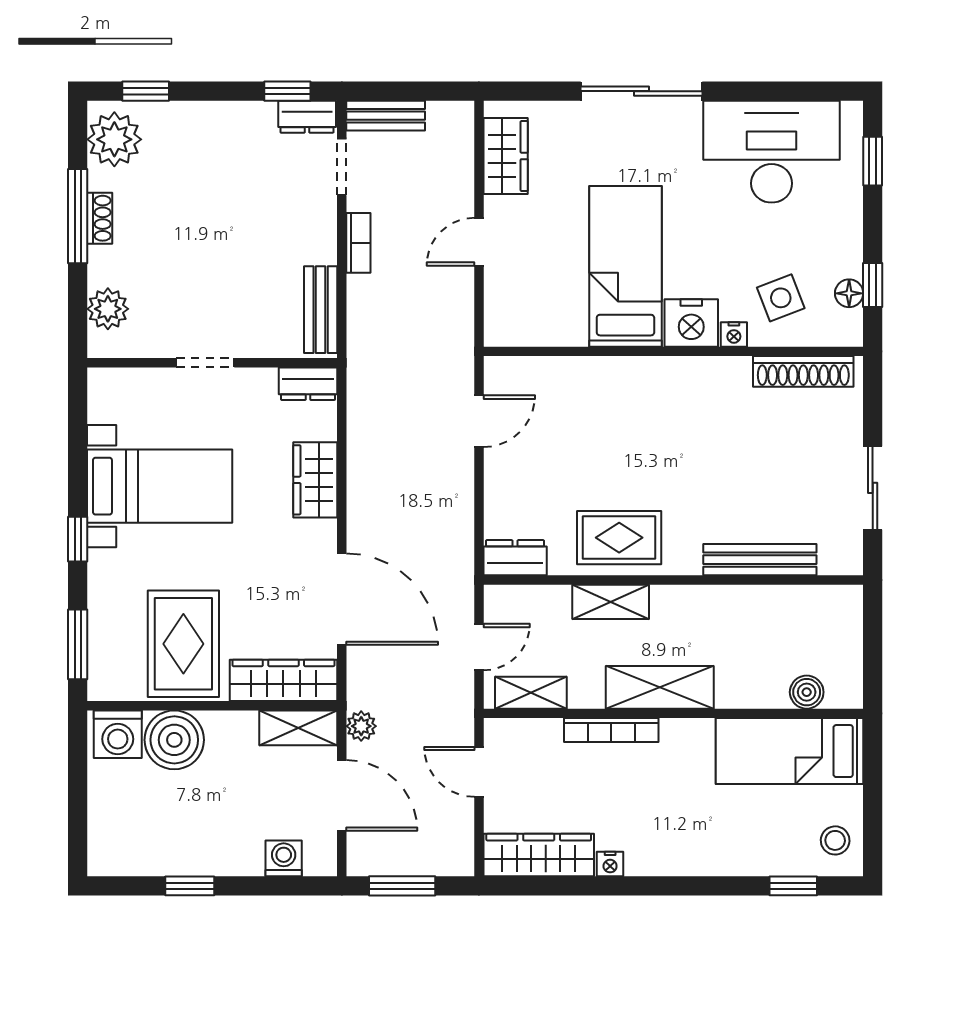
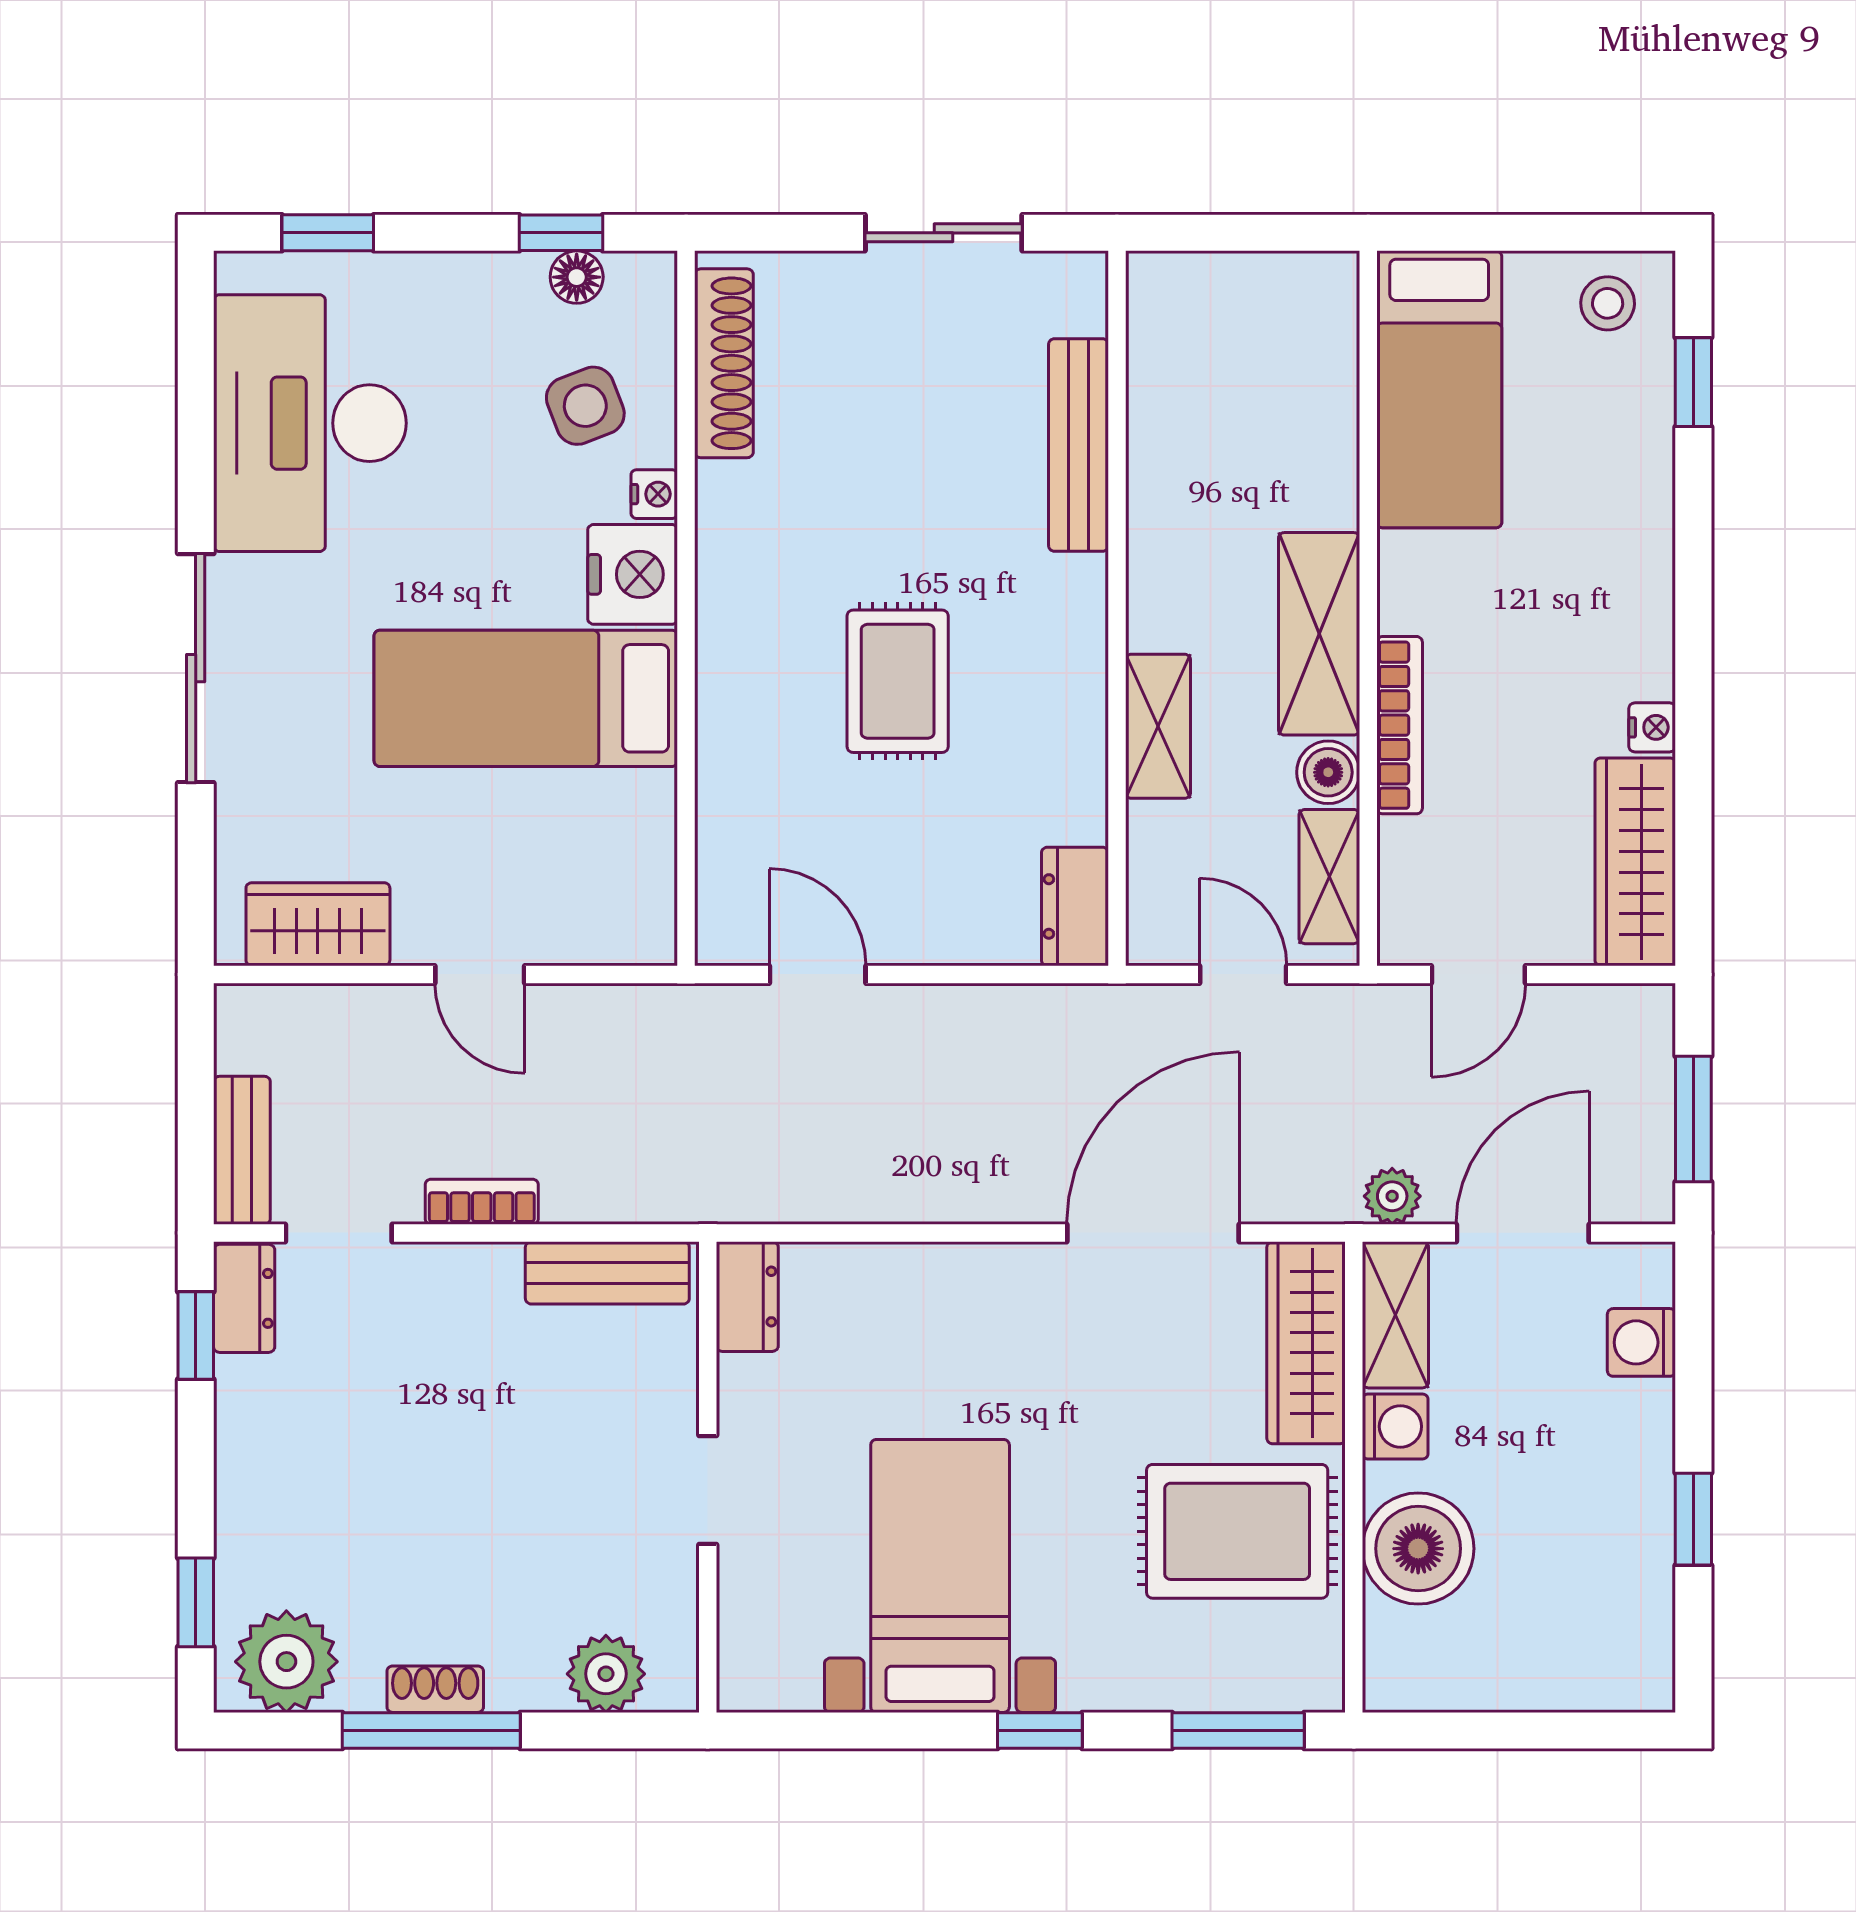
wardrobe: (315, 480) -> (928, 1283), removed
rug: (619, 538) -> (898, 681), moved
boiler: (807, 692) -> (1328, 772), moved
washing machine: (118, 734) -> (1395, 1426), moved, width x0.73, depth x0.73

